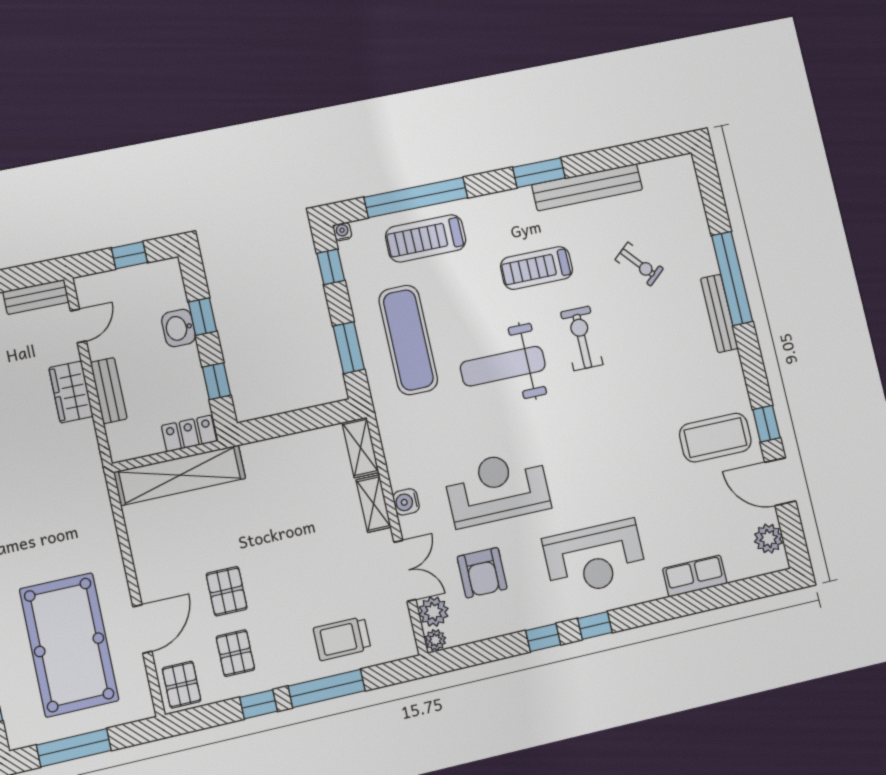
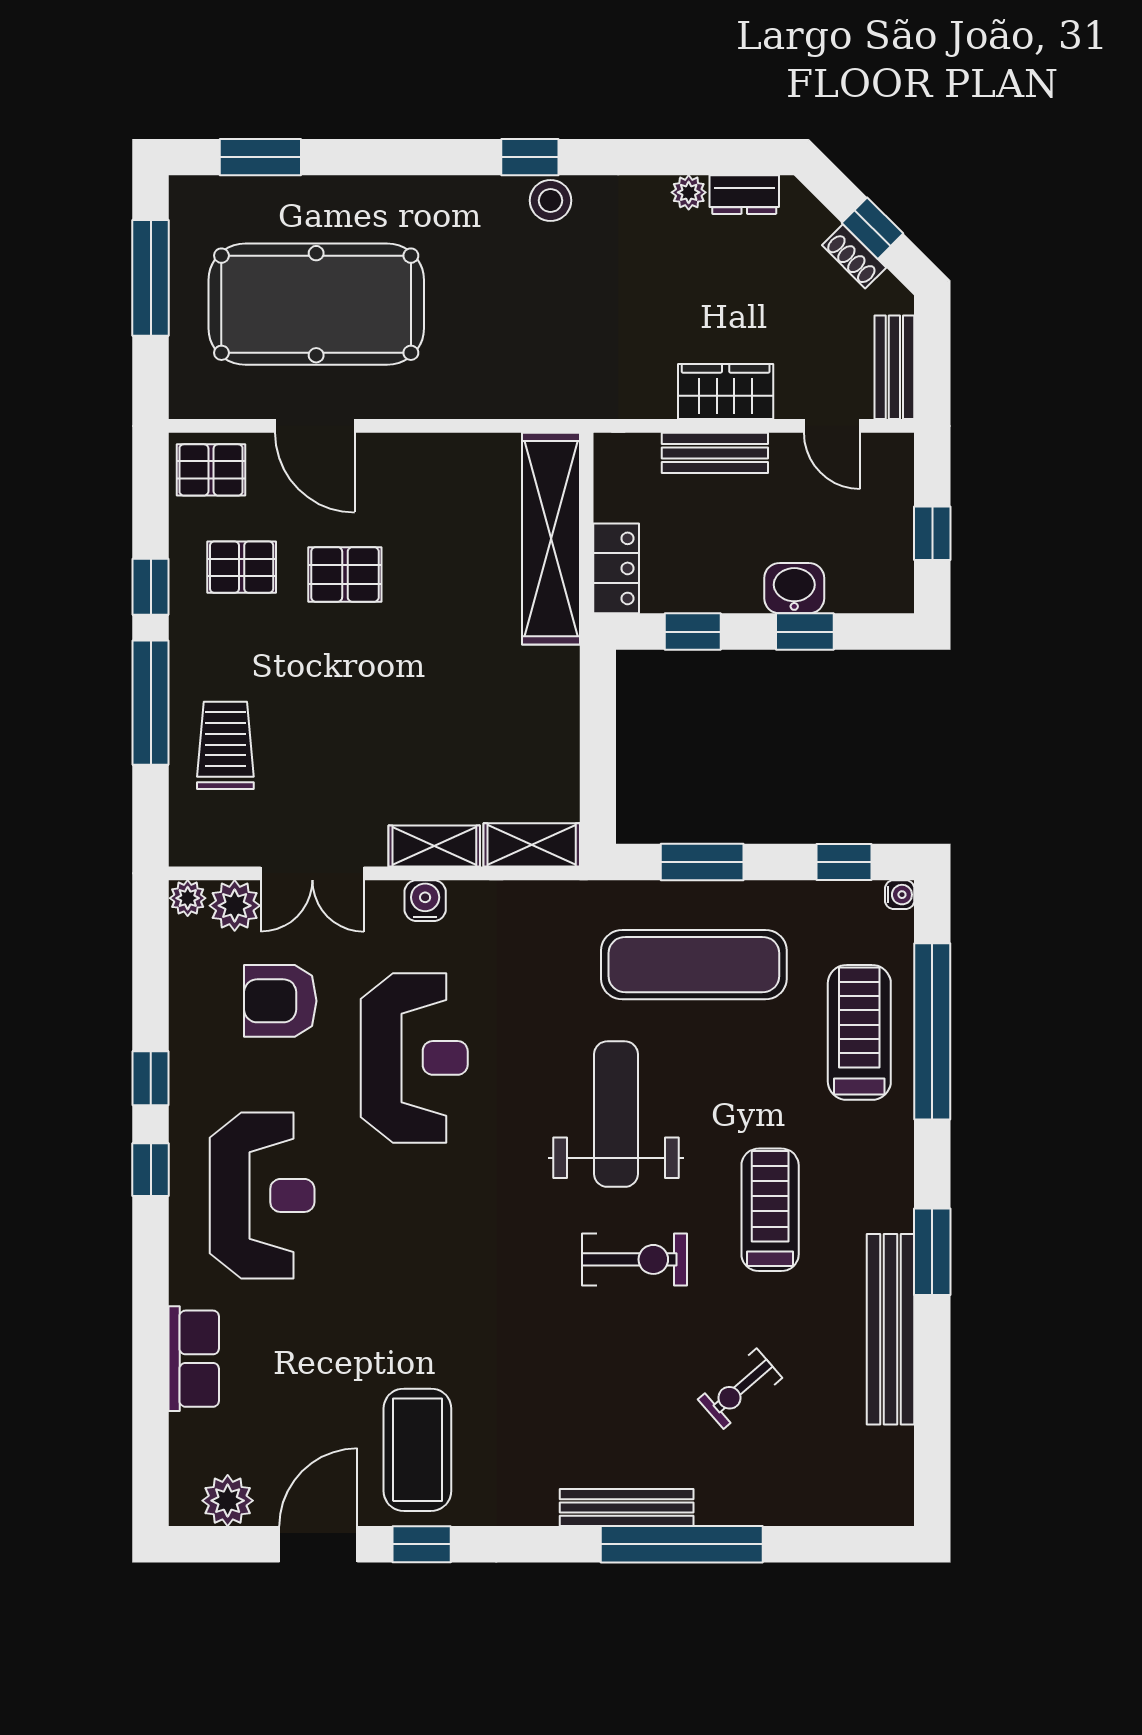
reception desk: (595, 558) -> (262, 1195), turned 180

